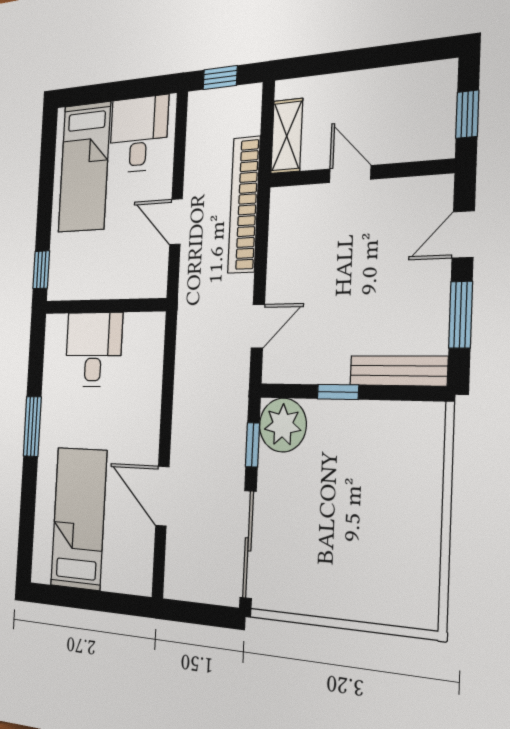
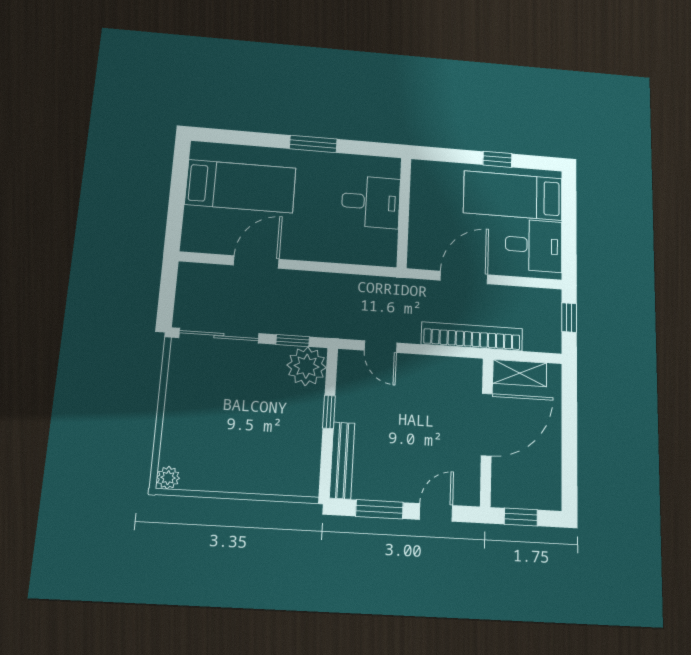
door: (350, 174) -> (487, 424), width x1.87
door: (176, 222) -> (464, 277), width x1.37
door: (463, 235) -> (436, 512), hinge flipped
window: (41, 270) -> (497, 159), moved
plant: (424, 614) -> (168, 478), added

